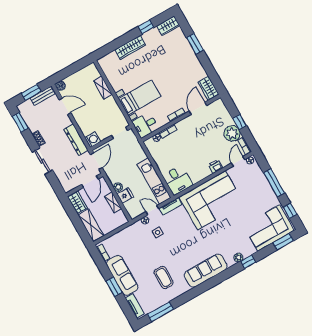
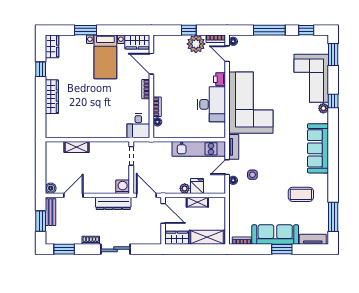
bed with nightstands: (140, 98) -> (105, 57), moved, turned 180
desk: (178, 180) -> (212, 104), moved, width x1.37
corner sofa: (269, 228) -> (311, 78), moved

